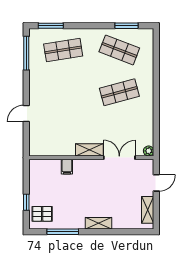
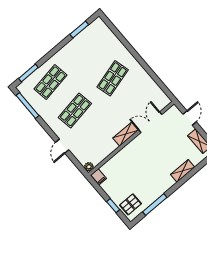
shop shelf: (119, 50) -> (75, 110), moved, turned -30
plant: (149, 151) -> (89, 167), moved
filing cabinet: (67, 167) -> (99, 177), moved
shelving: (99, 223) -> (183, 171), moved

